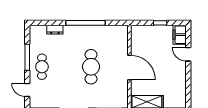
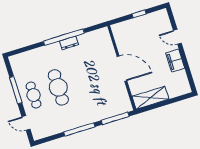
dresser: (55, 30) -> (69, 43), moved
filing cabinet: (180, 35) -> (175, 61), moved
cafe table: (91, 67) -> (58, 87), moved

